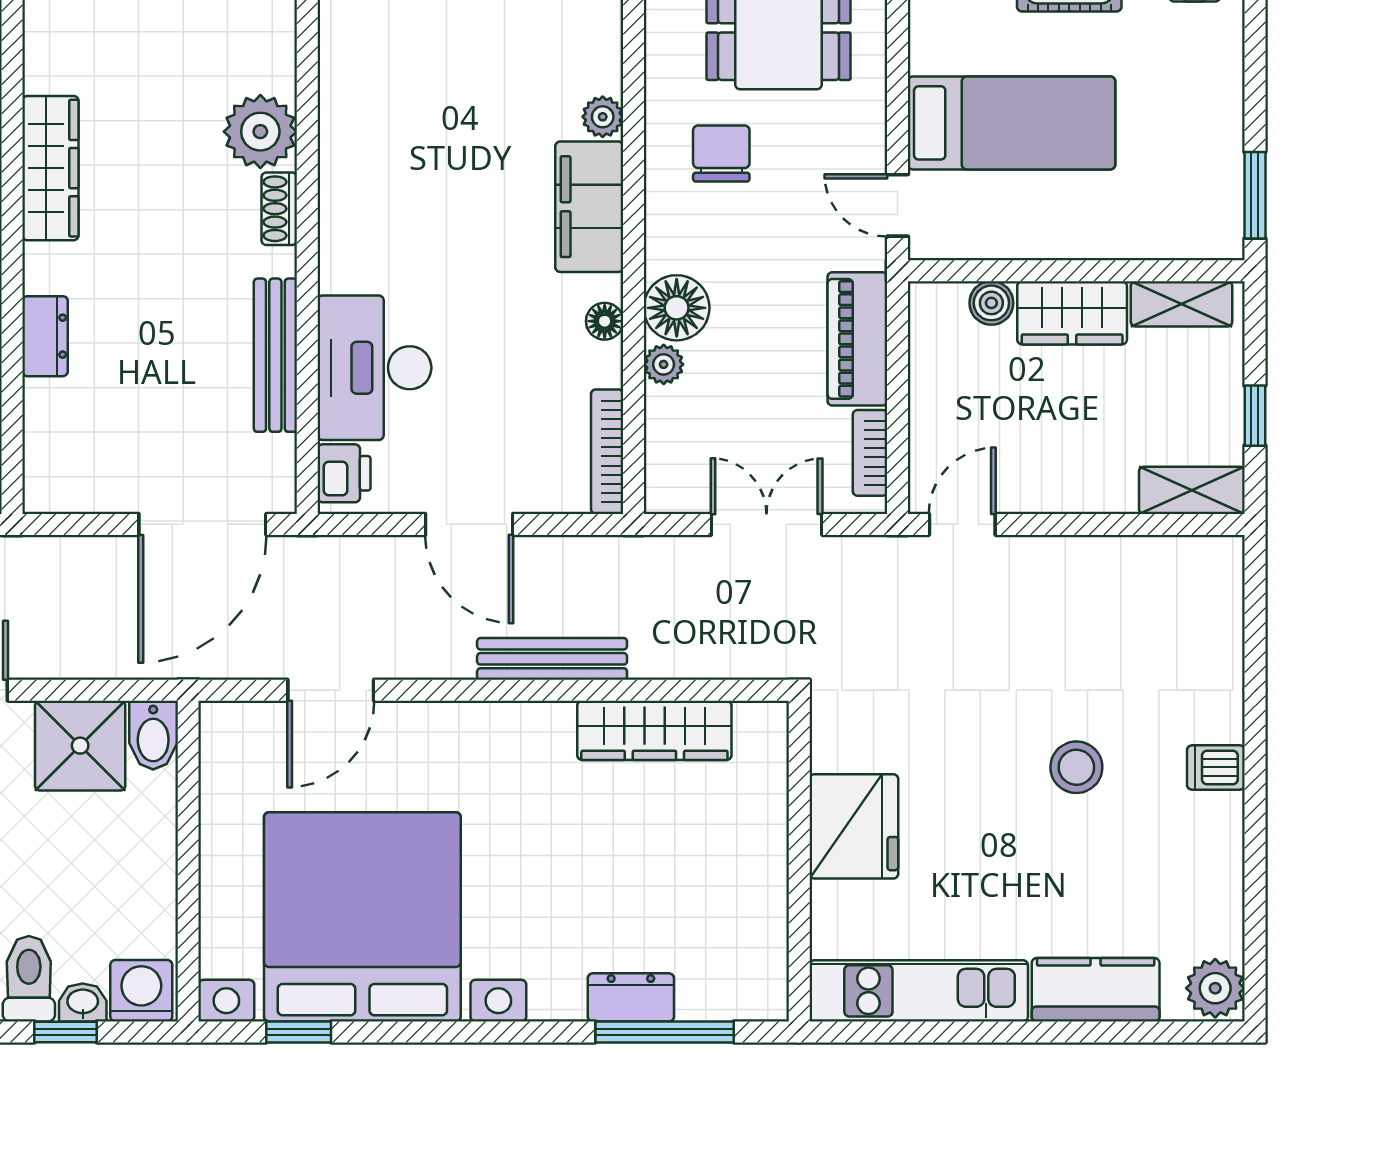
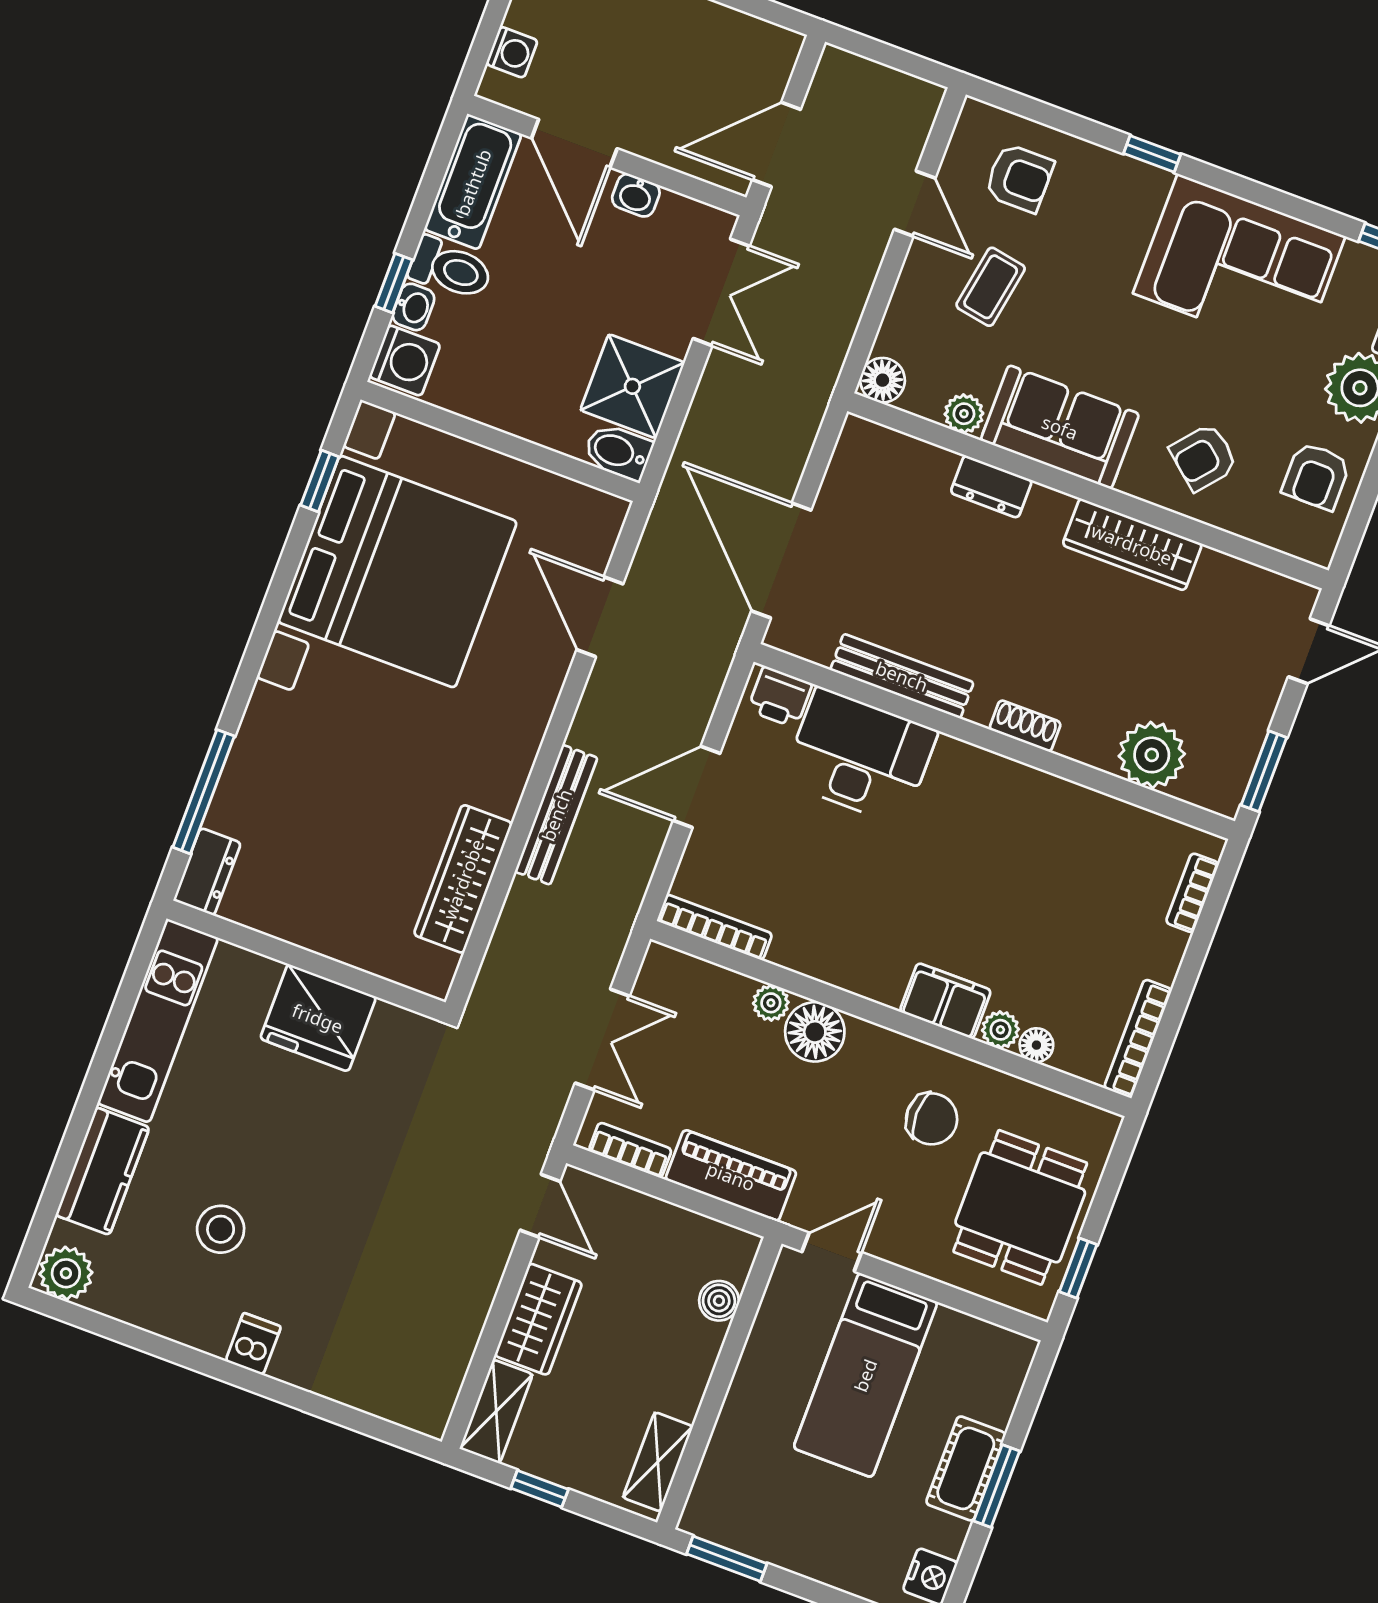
plant: (260, 132) -> (1152, 755), moved
filing cabinet: (589, 207) -> (945, 1001), width x0.67, depth x0.86
wardrobe: (1072, 313) -> (538, 1319), moved, turned 180
floor lamp: (605, 321) -> (1036, 1045), moved
stool: (1076, 767) -> (221, 1229), moved
dresser: (631, 997) -> (207, 872), moved

